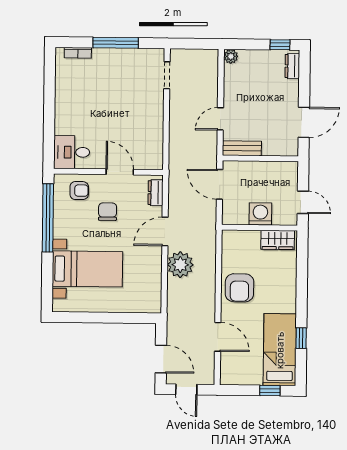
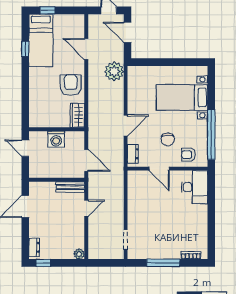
desk: (72, 152) -> (195, 187), width x1.37
wardrobe: (278, 240) -> (77, 115), moved, turned -90
plant: (180, 265) -> (114, 71), moved

